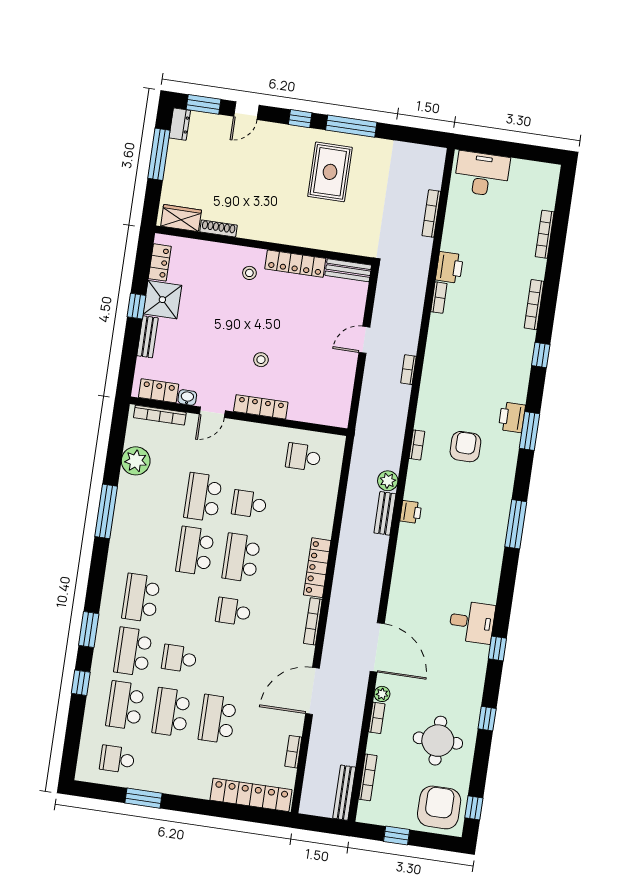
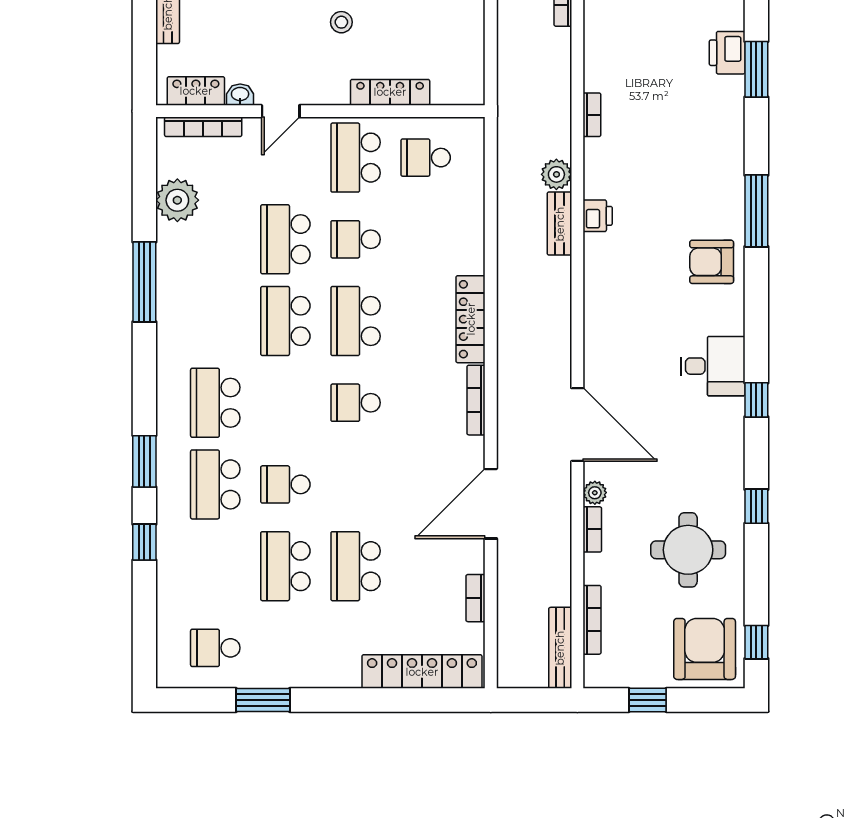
locker: (261, 407) -> (390, 92), moved
armchair: (465, 447) -> (712, 262), moved, turned -90
school desk: (125, 705) -> (356, 158), moved

